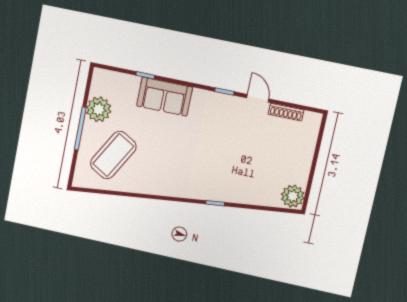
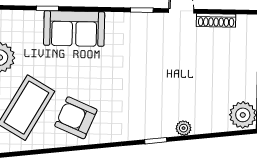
armchair: (152, 171) -> (76, 118), added
plant: (240, 197) -> (184, 128), added

